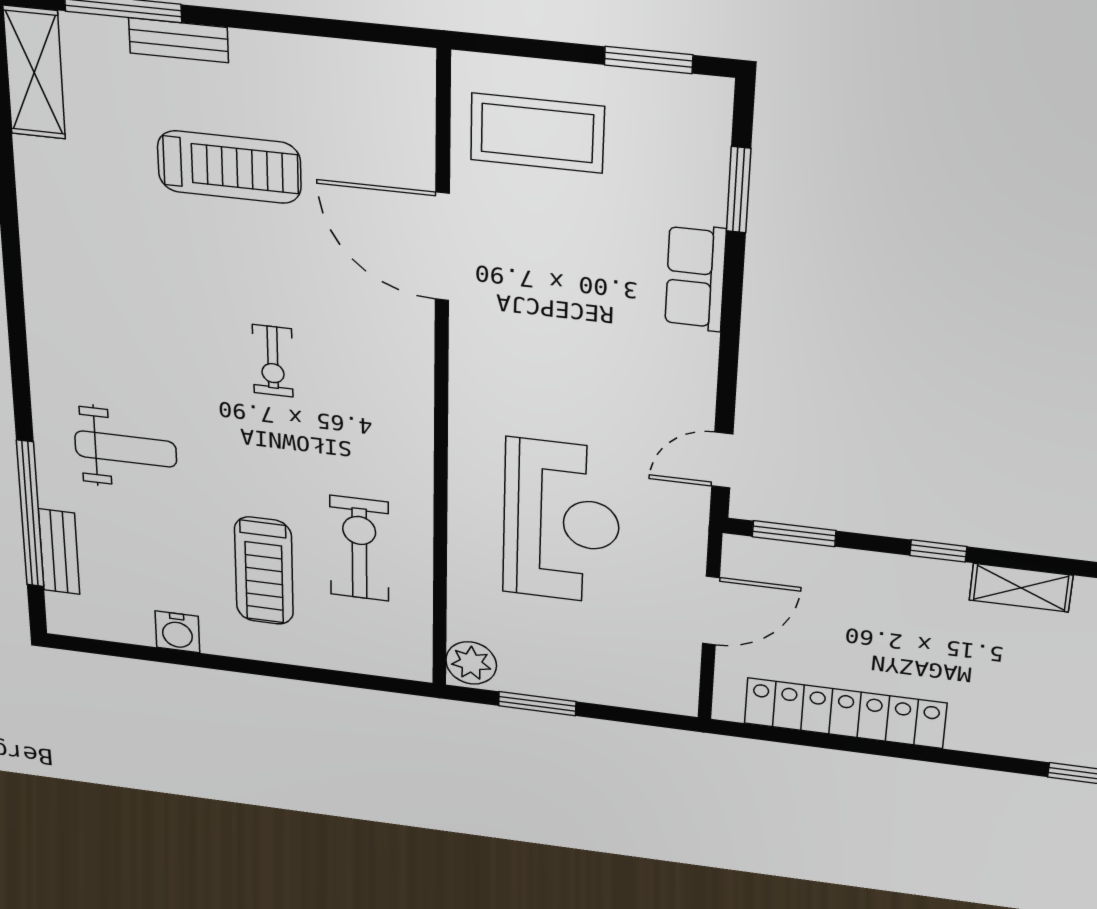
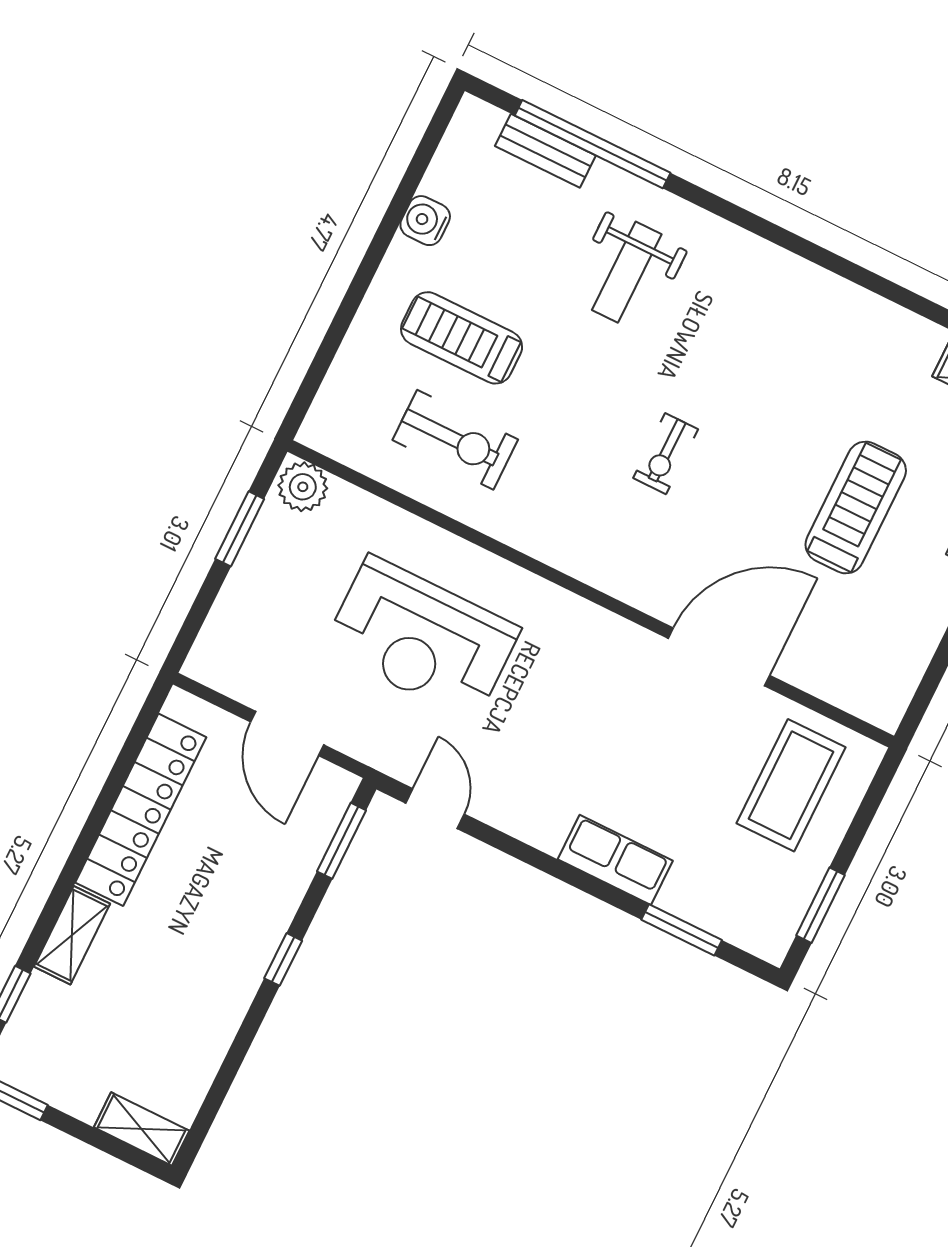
treadmill: (229, 167) -> (856, 507), turned 180
exercise bike: (273, 361) -> (666, 454), turned -90
shelving: (1021, 588) -> (72, 935), moved

